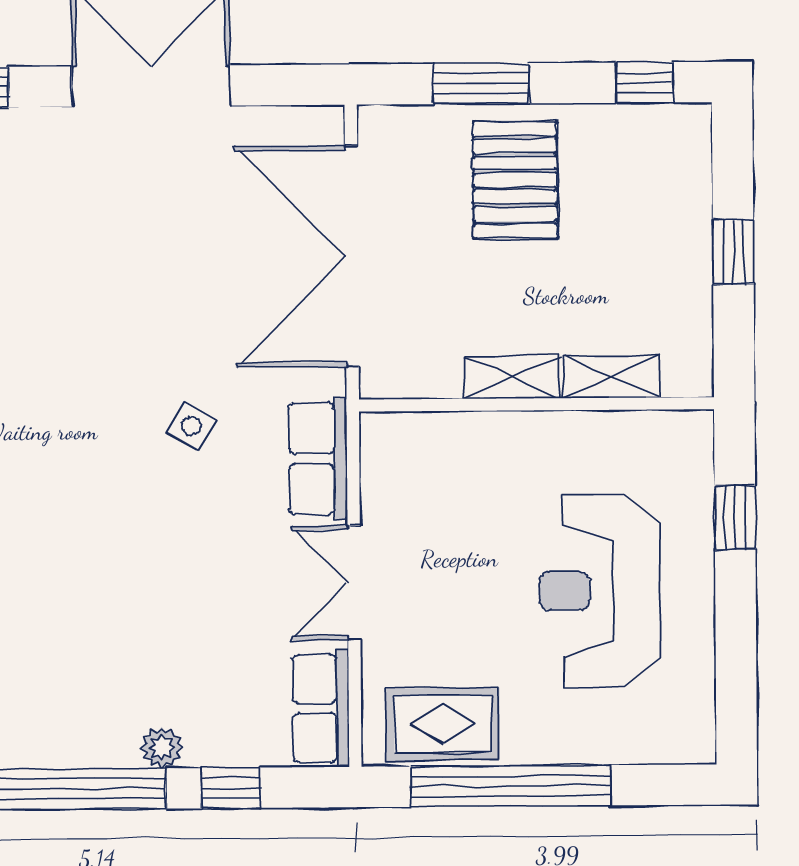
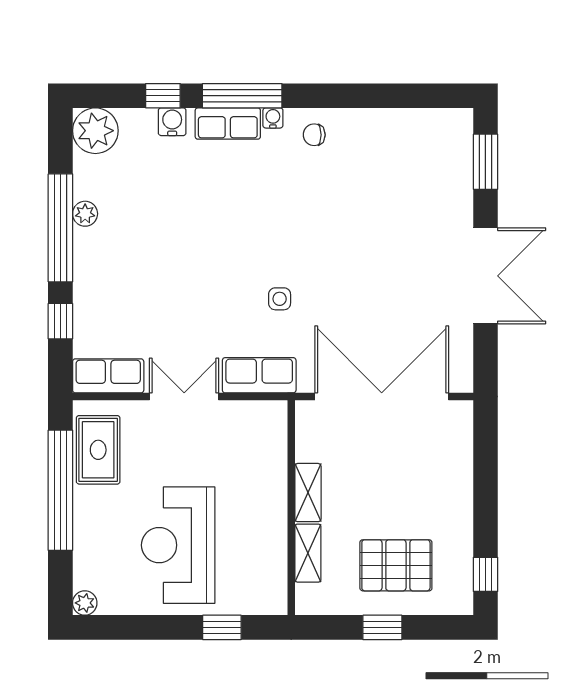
window: (481, 84) -> (485, 475), removed
pallet: (515, 180) -> (396, 565), moved
side table: (191, 426) -> (280, 299), turned -31
reception desk: (600, 591) -> (178, 545), turned -90
plant: (696, 744) -> (85, 603), added
plant: (162, 748) -> (85, 214), moved

